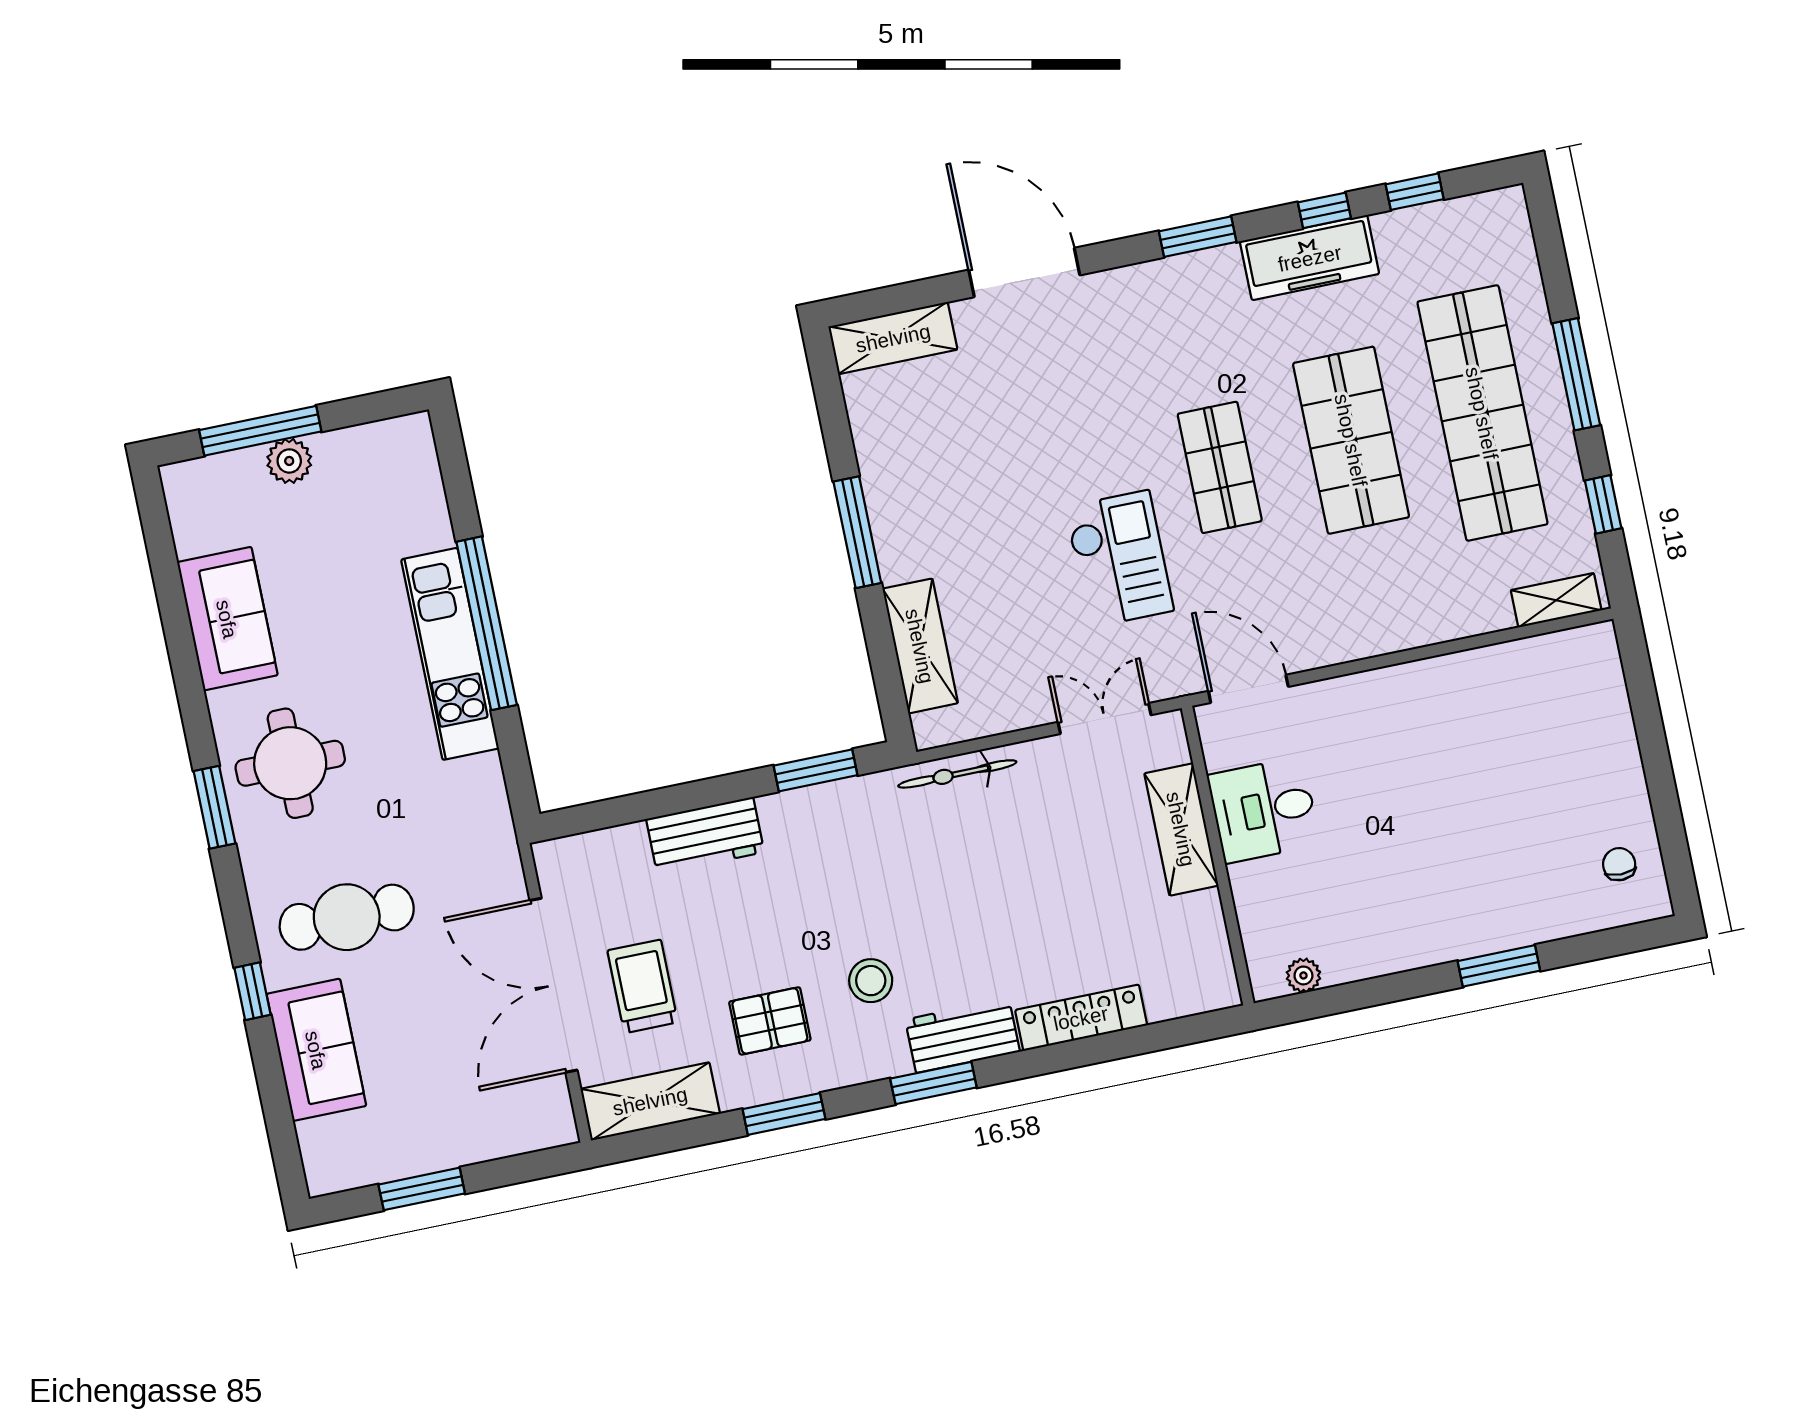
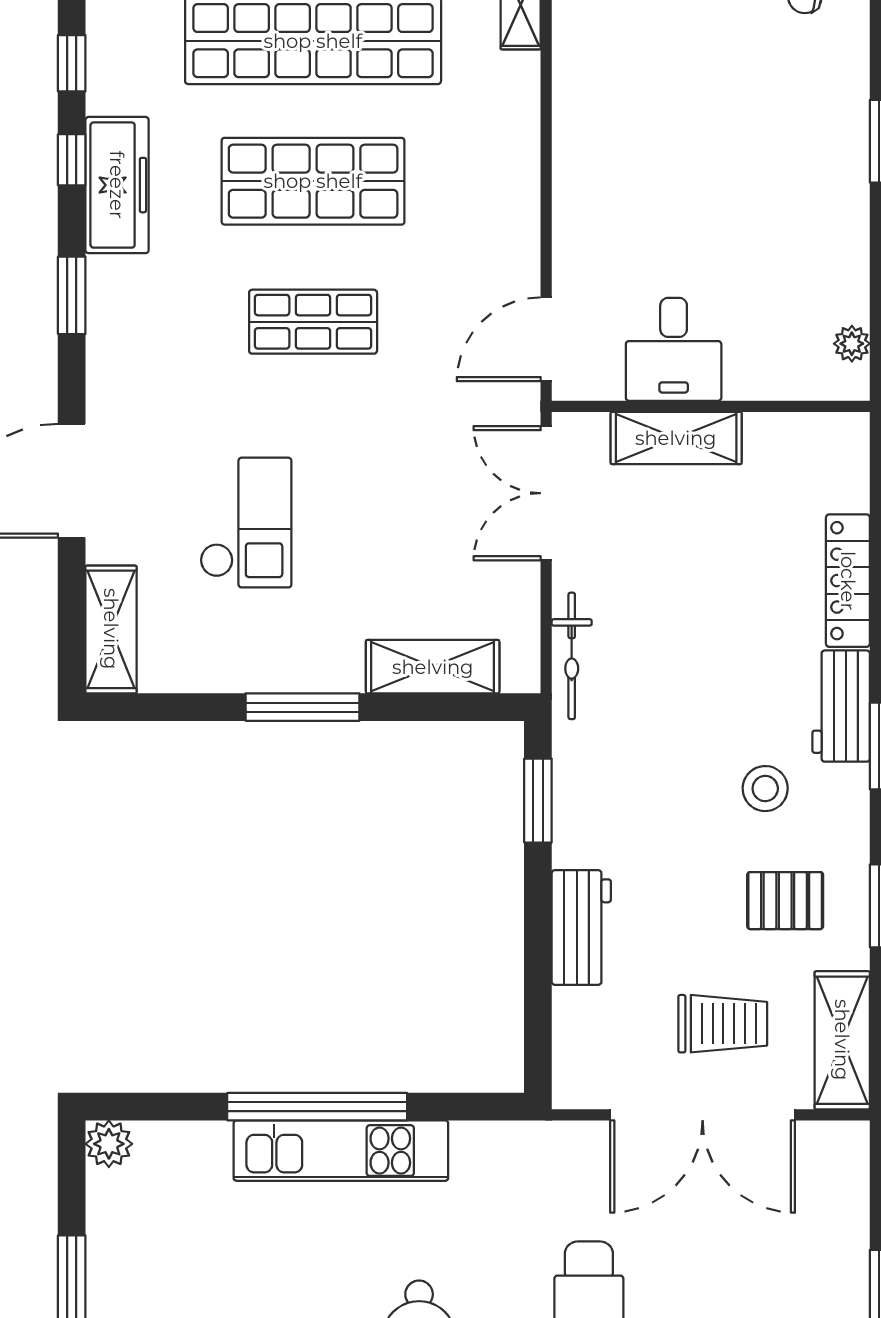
plant: (289, 461) -> (109, 1144), moved
checkout: (1119, 559) -> (246, 523), moved, turned 90
double door: (1104, 719) -> (546, 493), width x1.37
trolley: (643, 986) -> (723, 1024), turned 180
pallet: (770, 1021) -> (785, 901), turned 90

